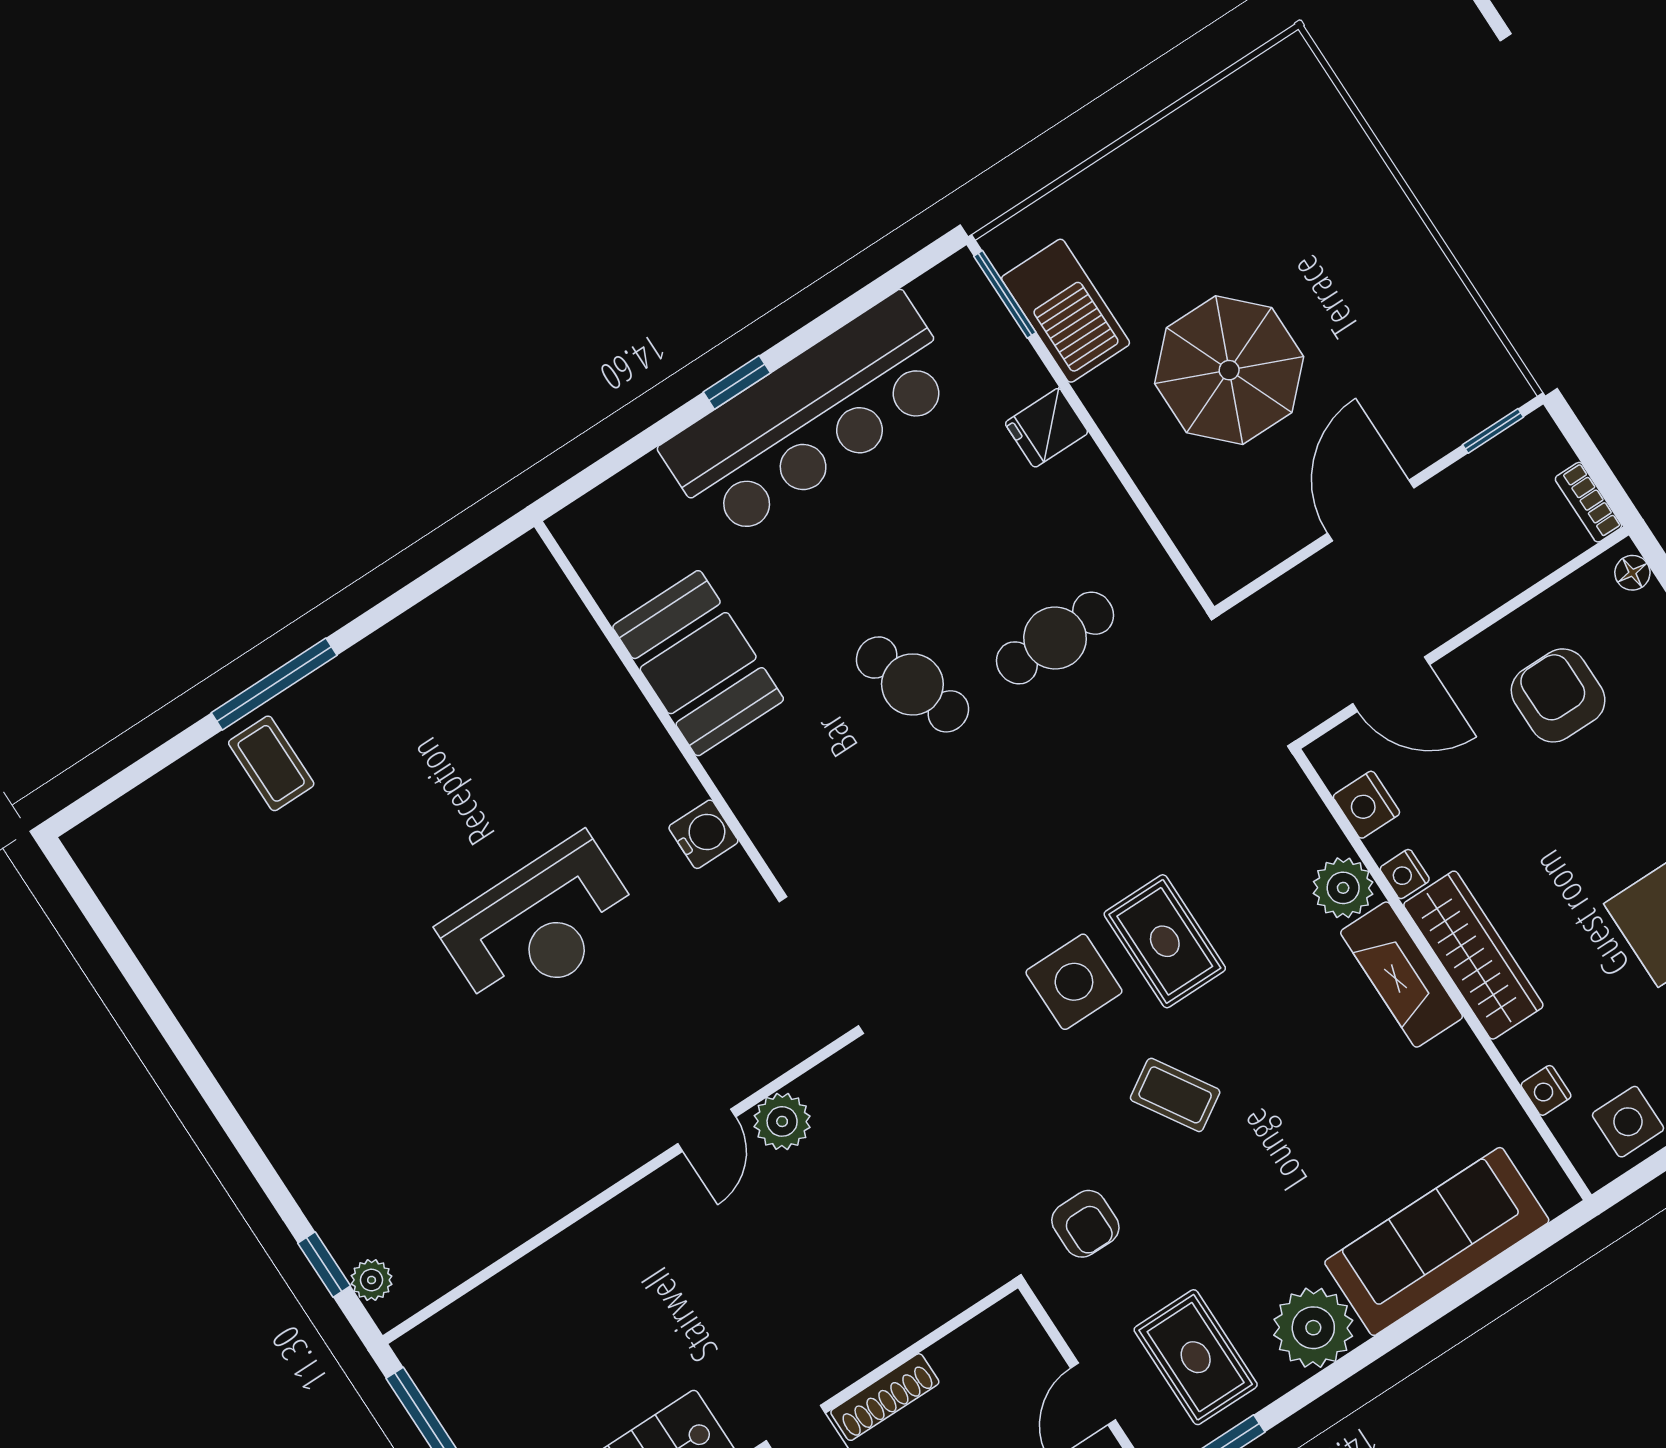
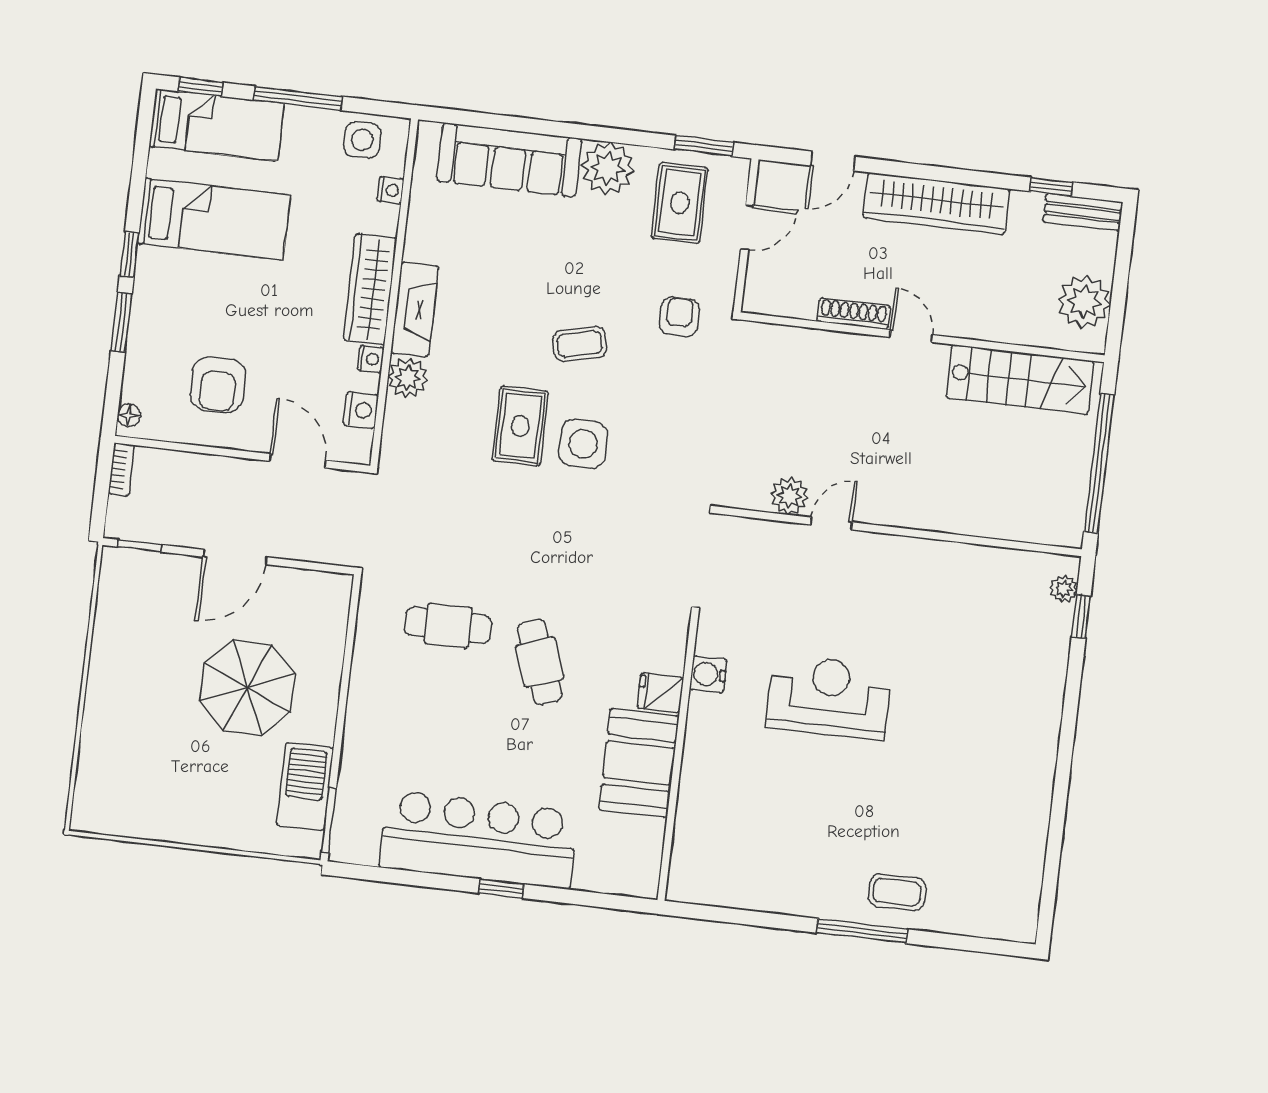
fridge: (1047, 428) -> (660, 693), moved, turned 180
coffee table: (271, 763) -> (897, 892), turned 90
coffee table: (1175, 1095) -> (580, 344), turned -71

